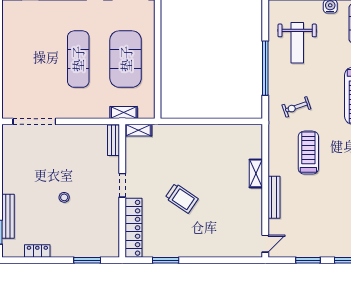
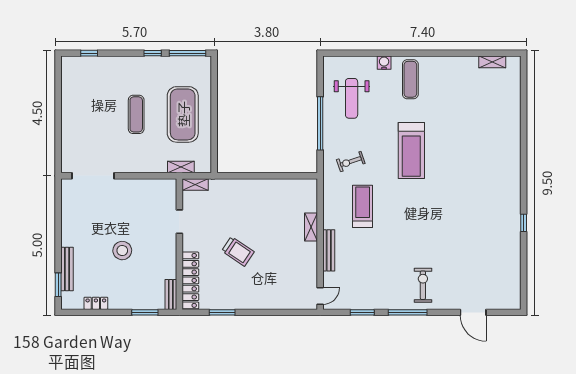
exercise mat: (78, 59) -> (136, 114), width x0.73, depth x0.69
bench: (114, 140) -> (171, 294), moved
doorway: (122, 185) -> (179, 222), moved
stool: (64, 197) -> (122, 251), width x1.89, depth x1.89

